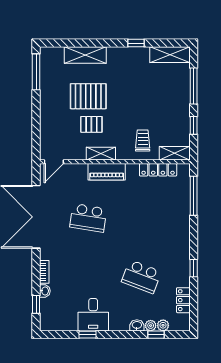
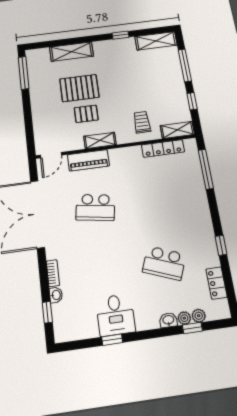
piano: (107, 172) -> (88, 160), moved

